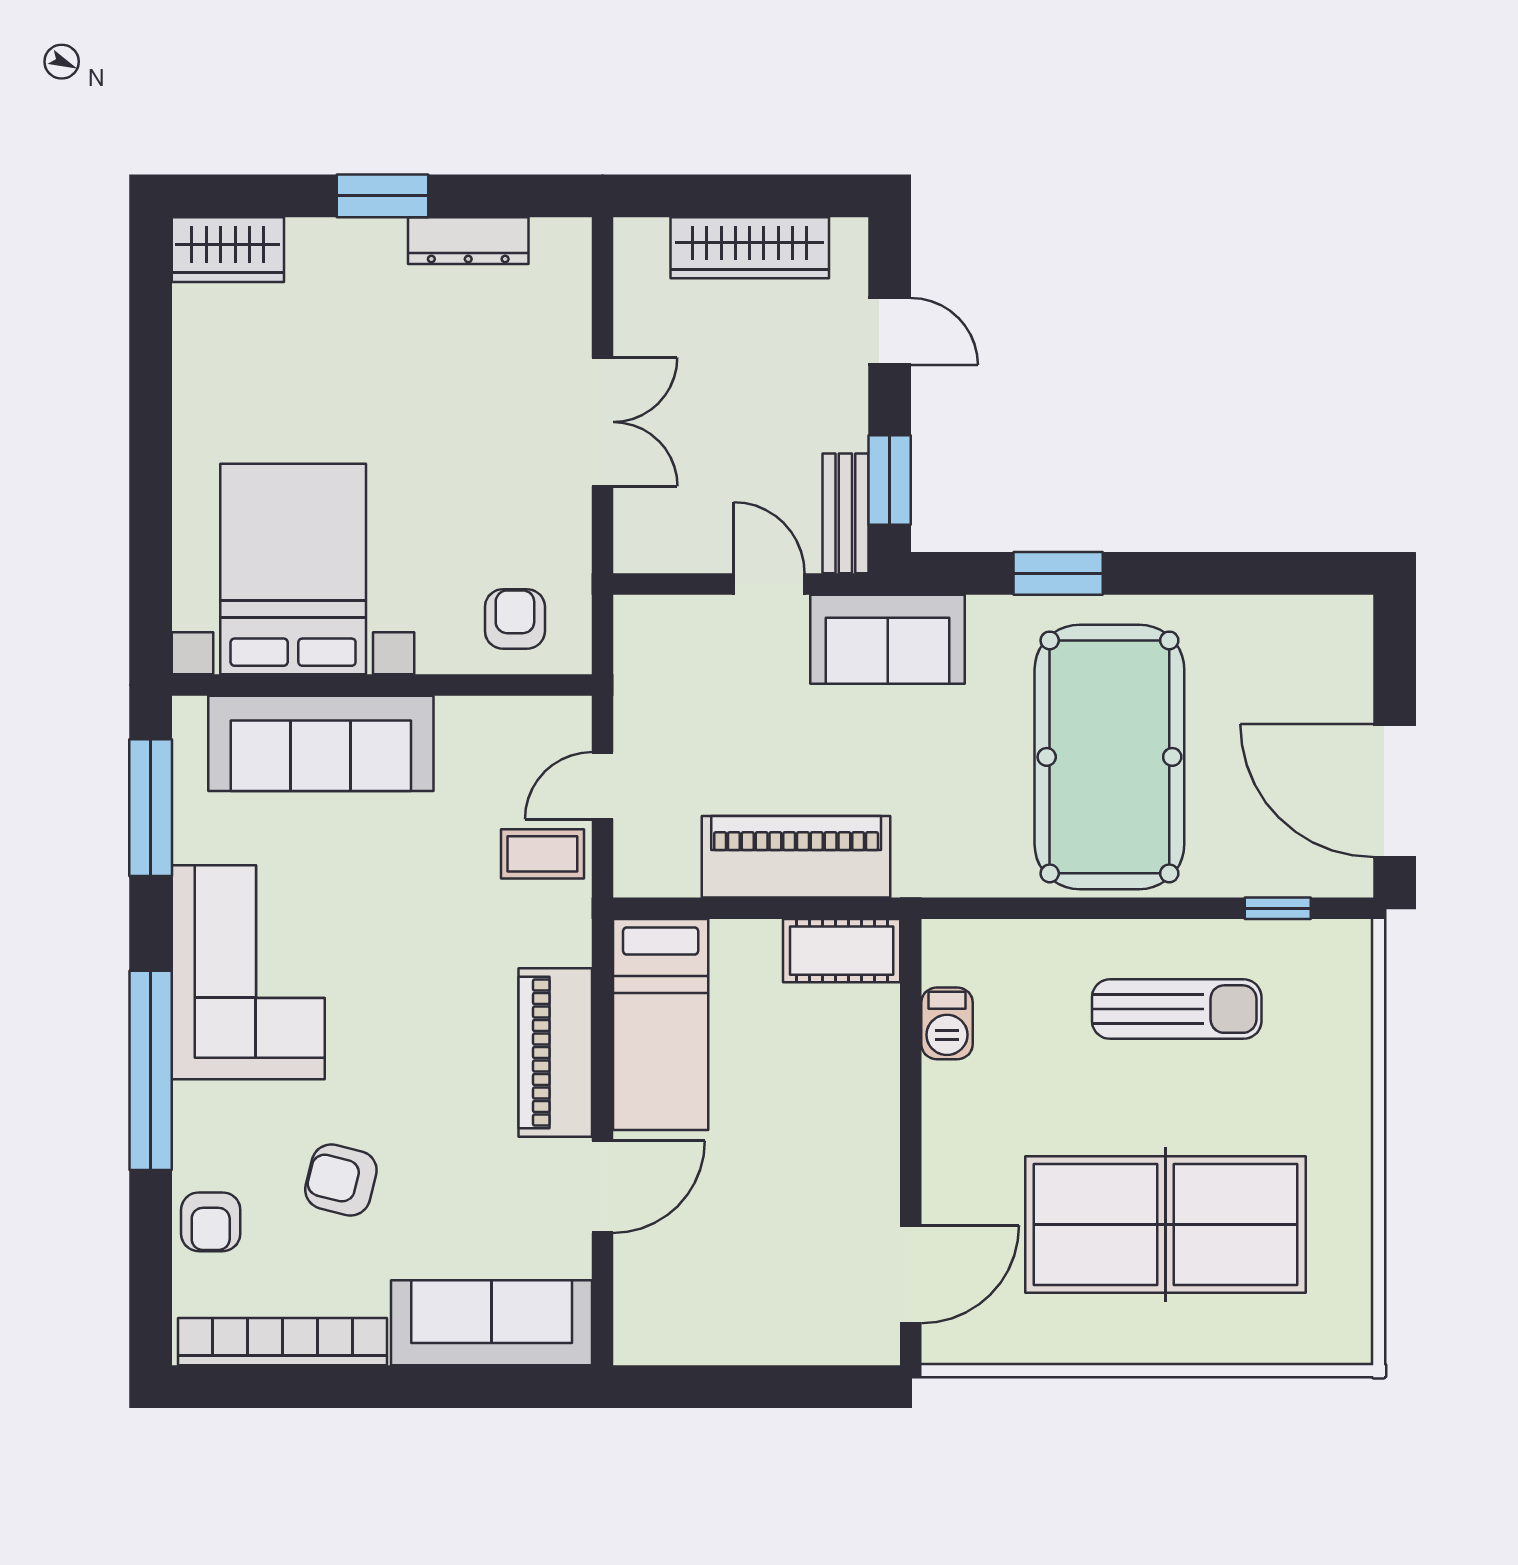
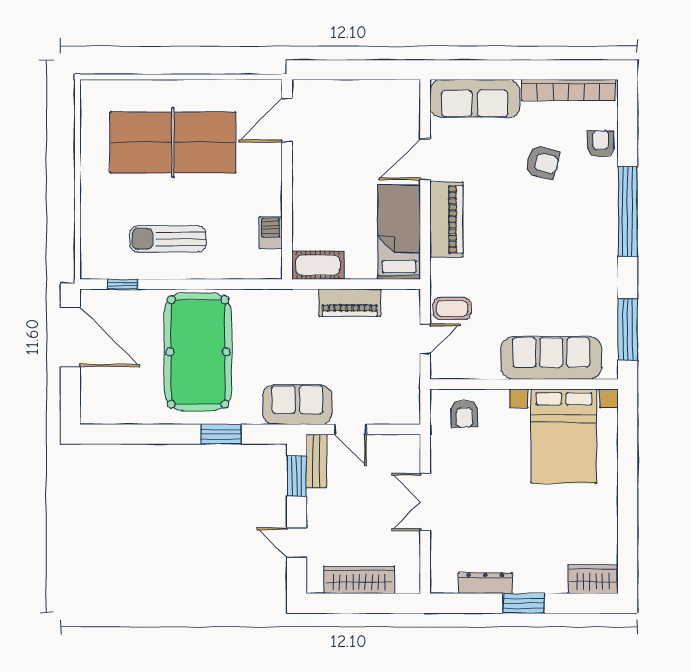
piano: (796, 857) -> (350, 303), width x0.73, depth x0.75
corner sofa: (248, 972) -> (584, 255), removed

